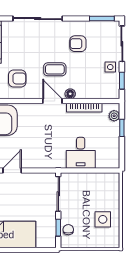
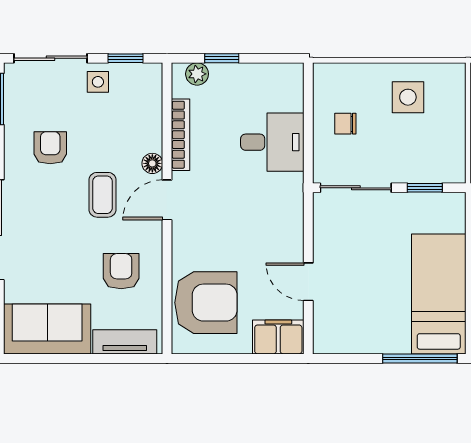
armchair: (78, 44) -> (50, 148), turned 180
chair: (68, 230) -> (345, 124), moved

